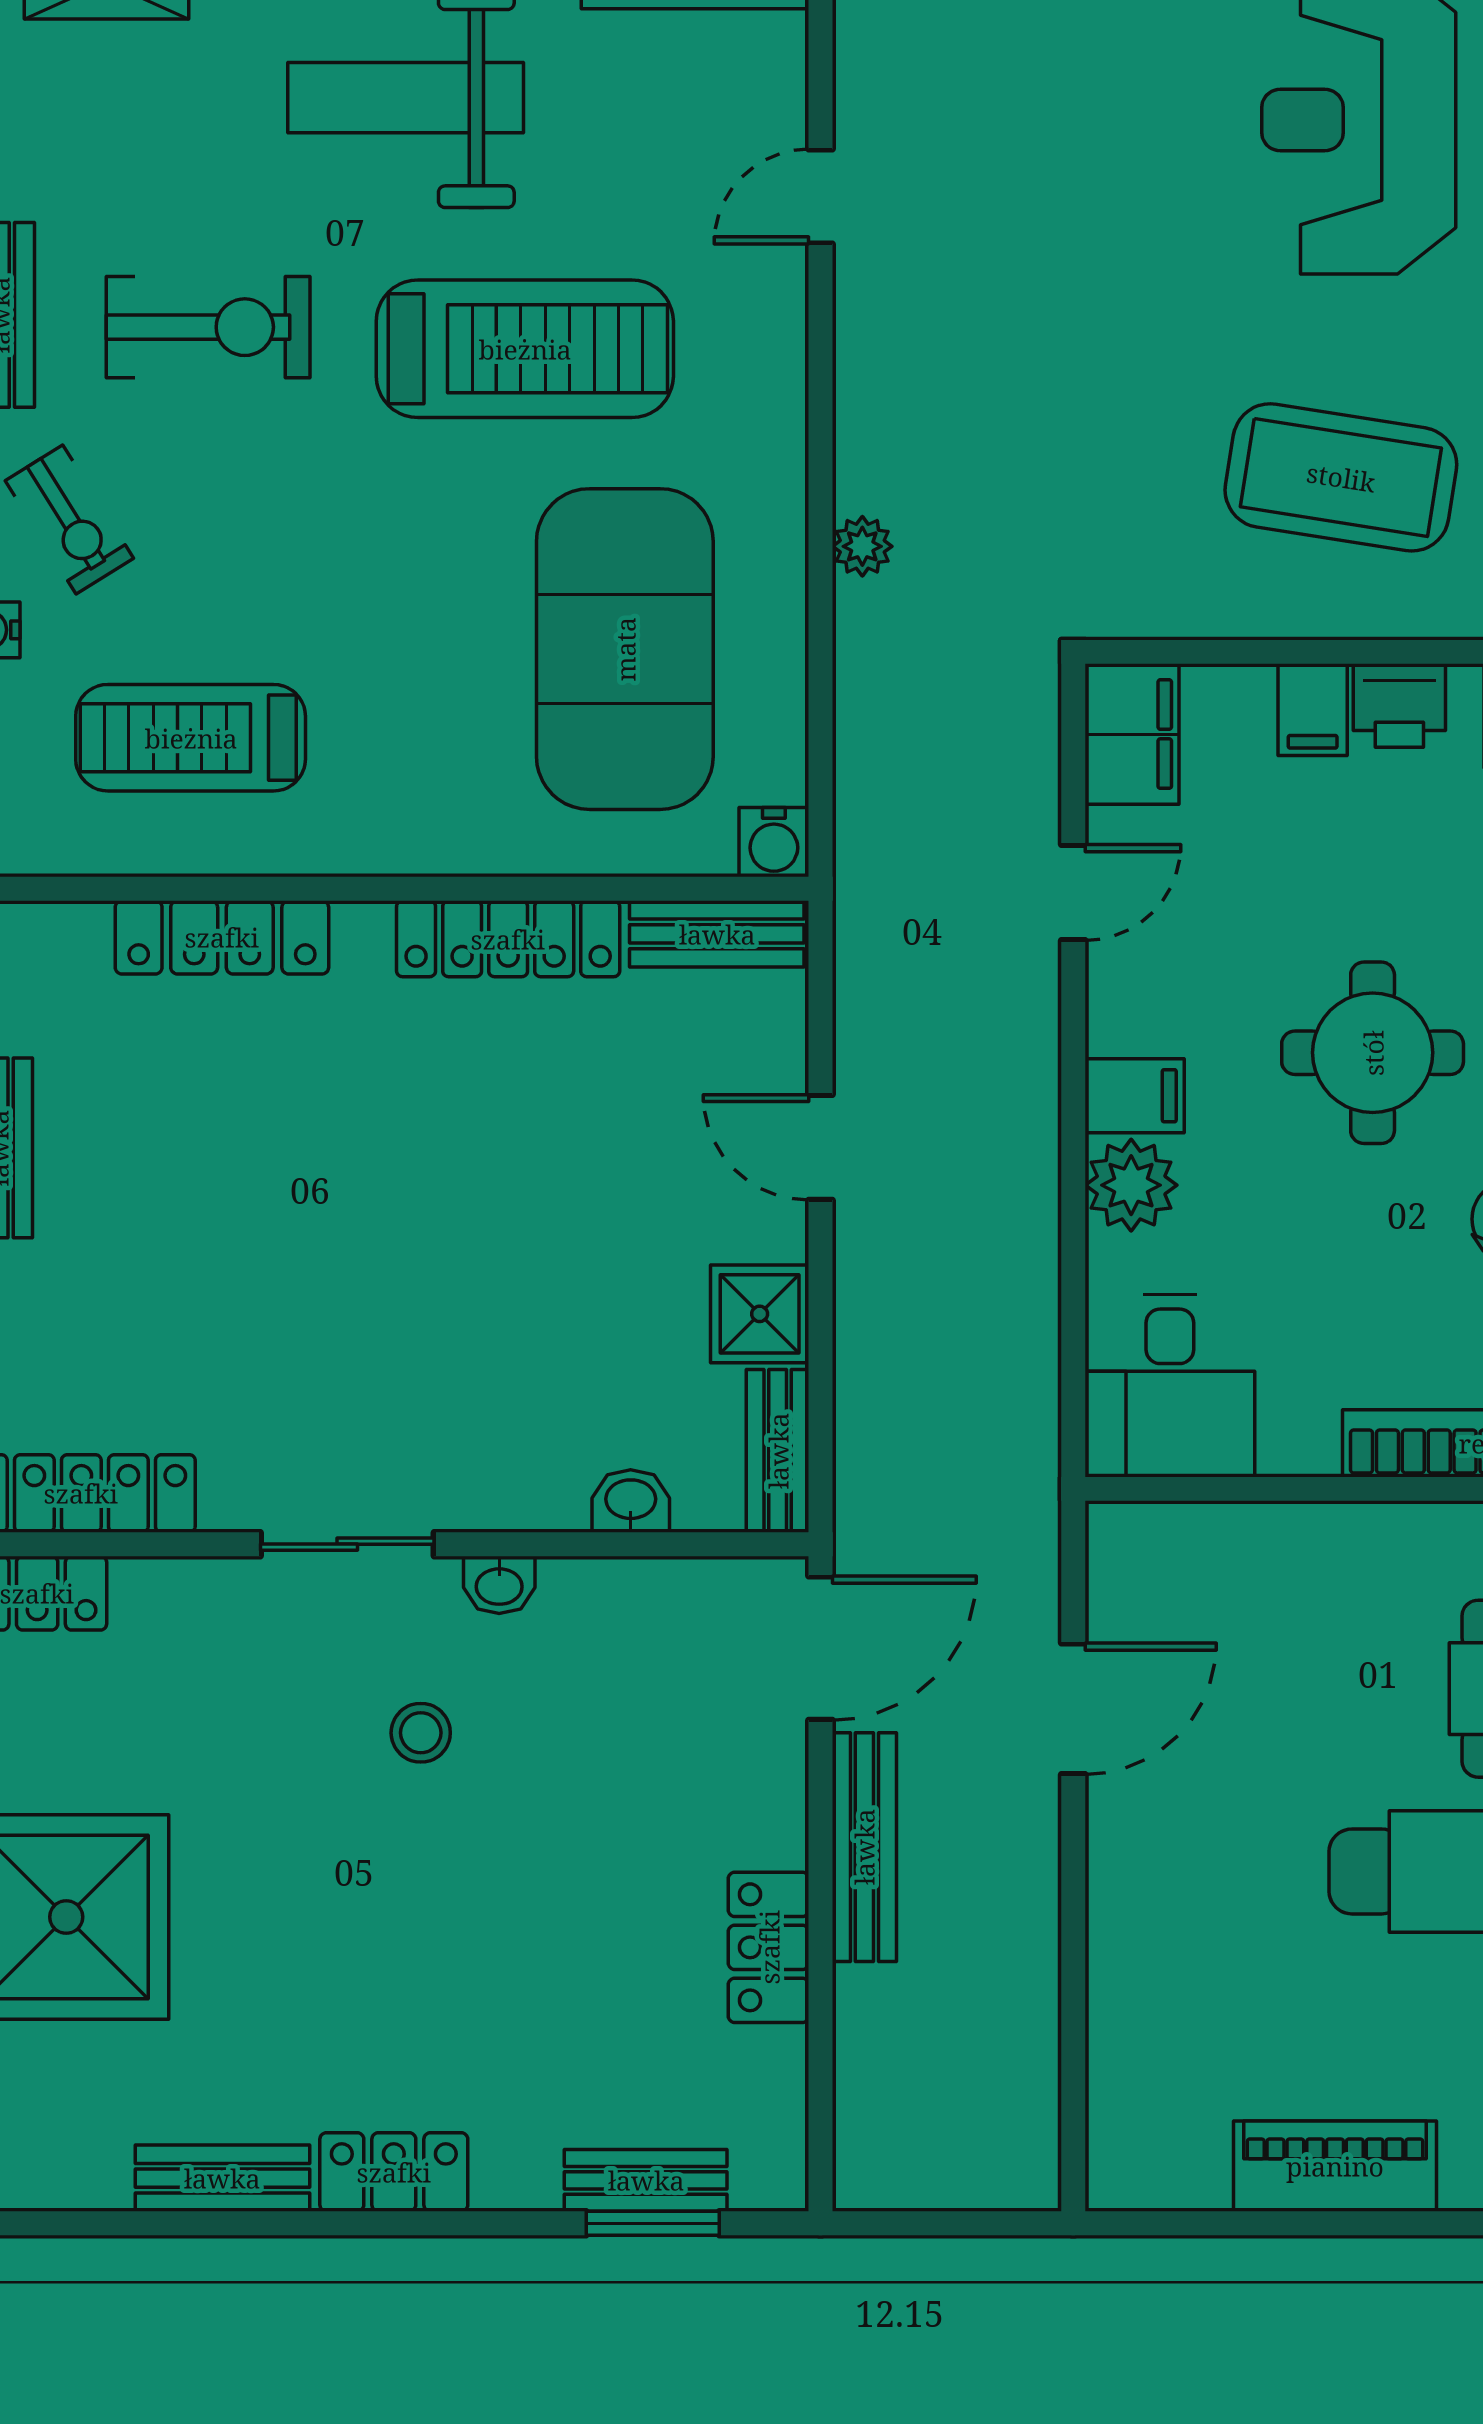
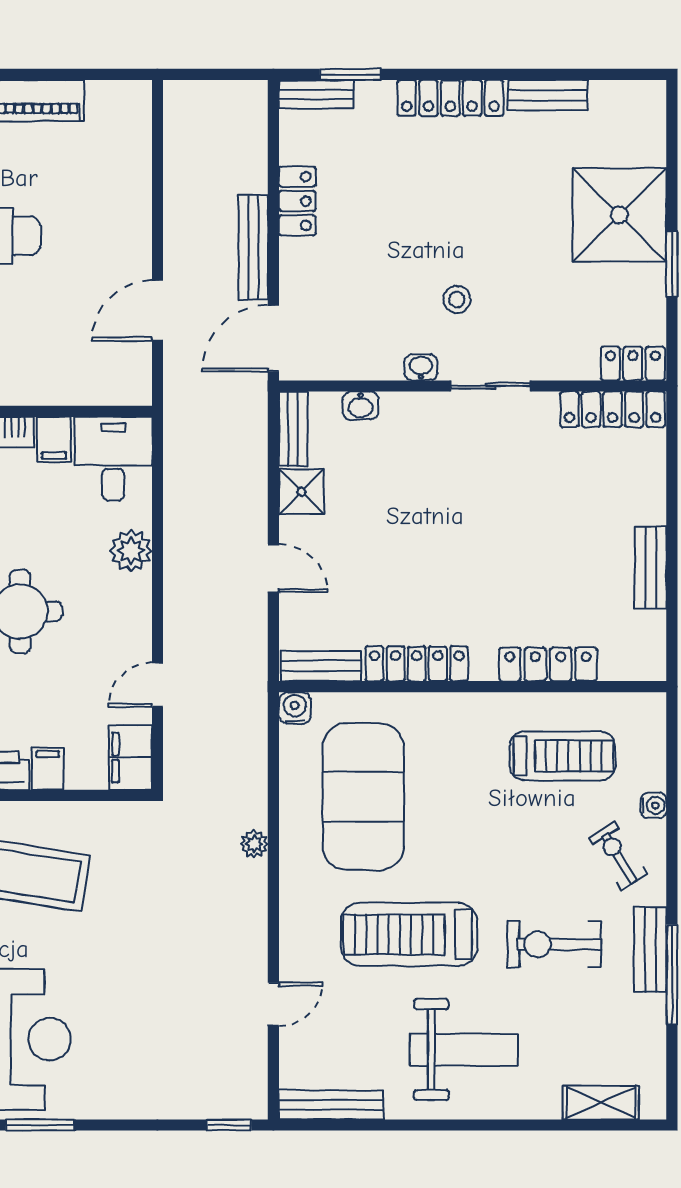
filing cabinet: (1135, 1096) -> (54, 439), moved, turned -90
locker: (394, 2172) -> (450, 98), width x1.53
bench: (646, 2180) -> (316, 94), moved

